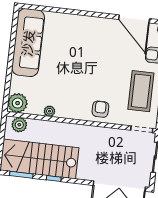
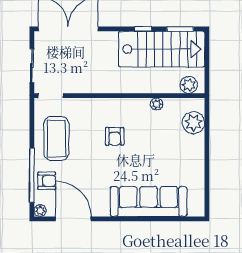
sofa: (28, 43) -> (148, 201), moved, turned 90
plant: (18, 103) -> (194, 123), moved
armchair: (100, 109) -> (115, 136), moved

